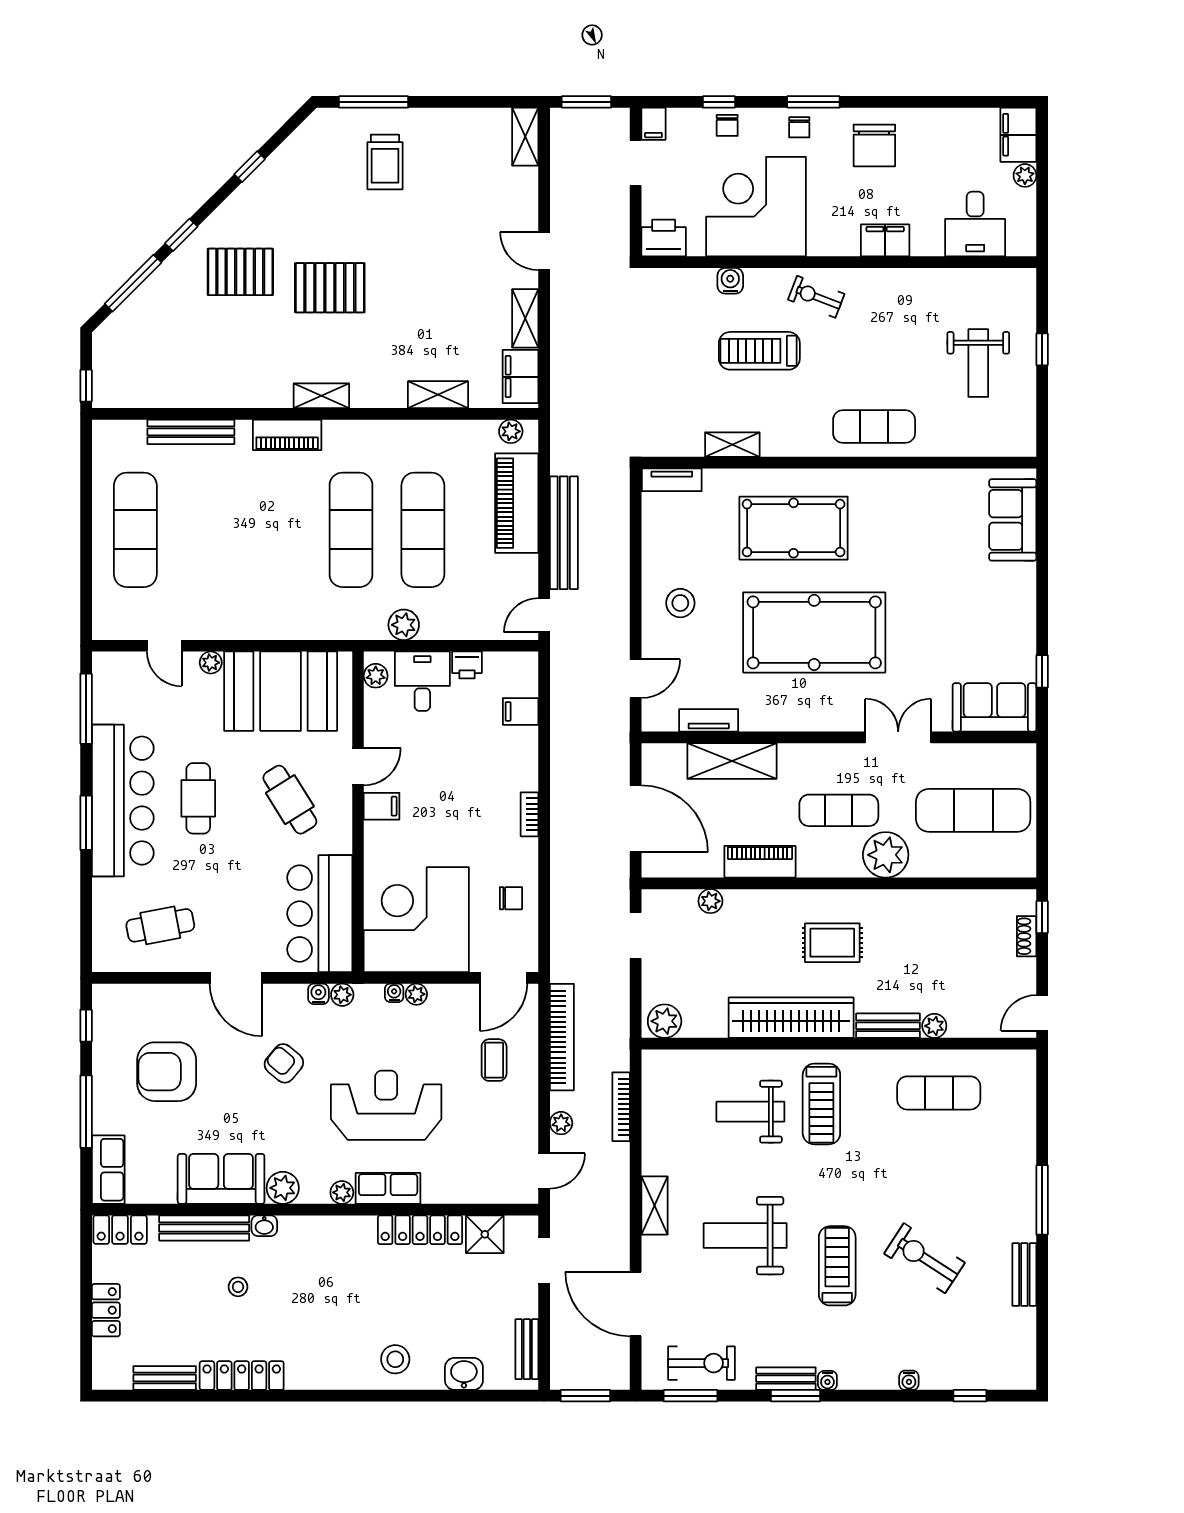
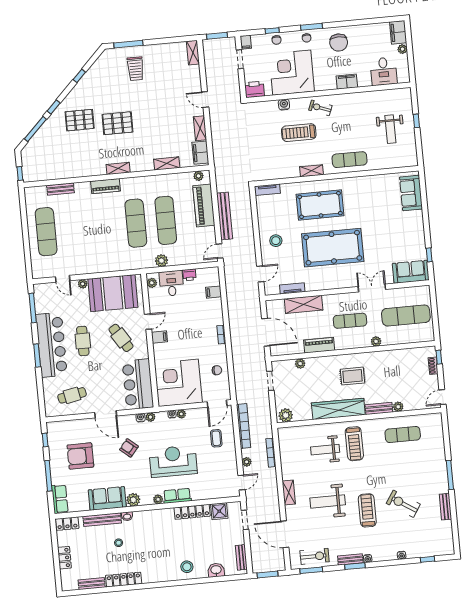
bench: (191, 432) -> (60, 189), width x0.73
shelving: (732, 445) -> (312, 171), moved
plant: (886, 855) -> (376, 341), width x0.53, depth x0.53

